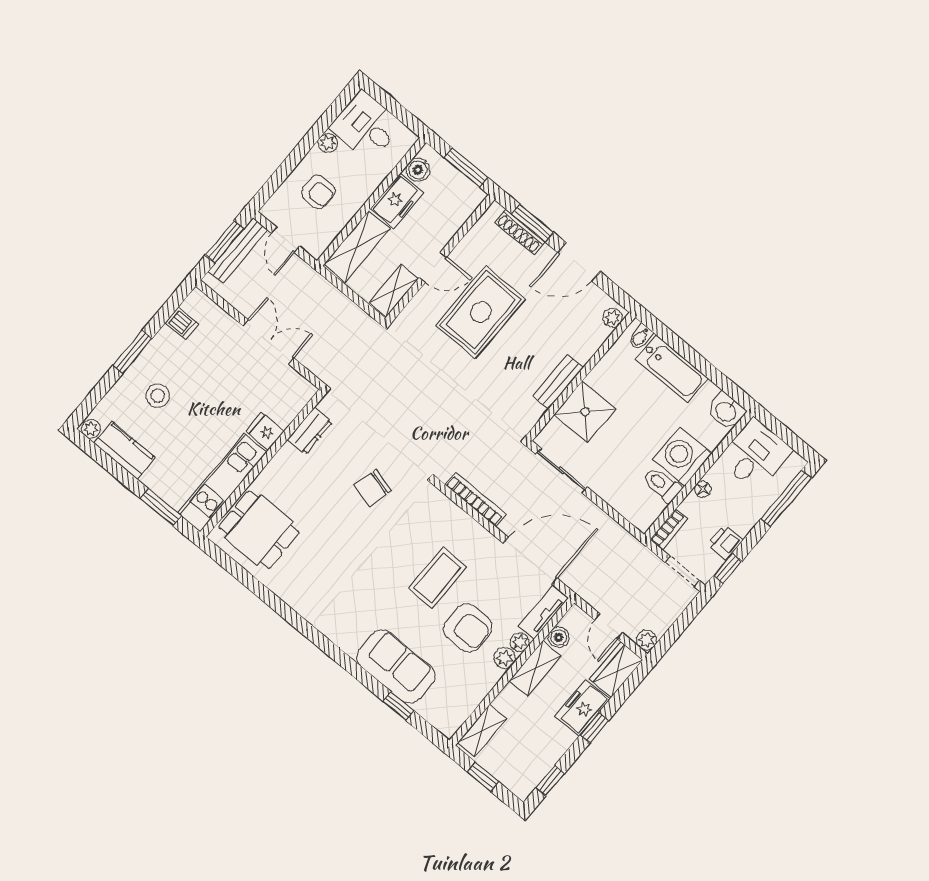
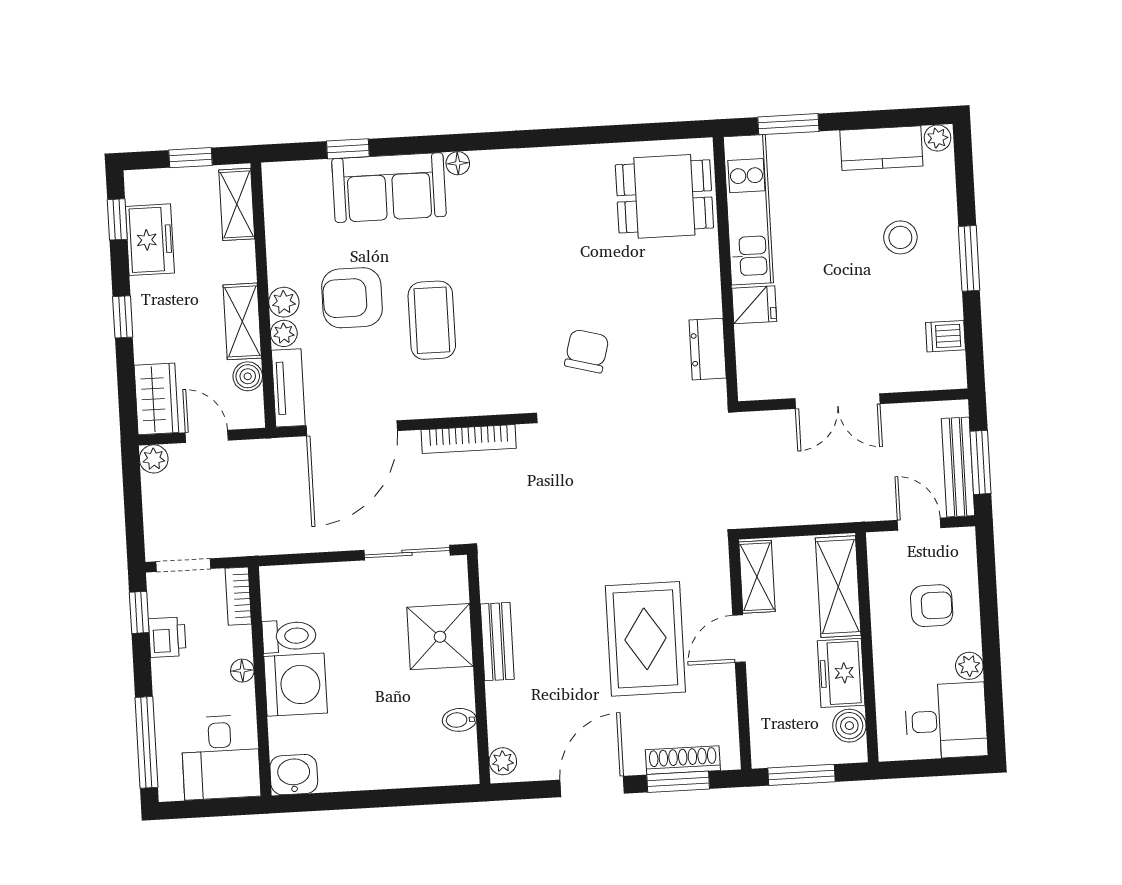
armchair: (318, 192) -> (932, 606), turned 180
bidet: (641, 337) -> (459, 720), moved, turned -90
bathtub: (672, 369) -> (392, 766), removed
floor lamp: (349, 646) -> (458, 163), added
freezer: (582, 708) -> (150, 240), moved

